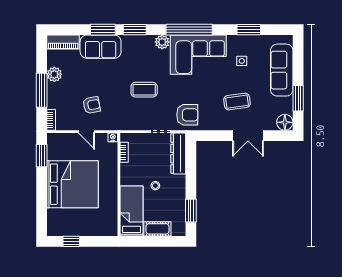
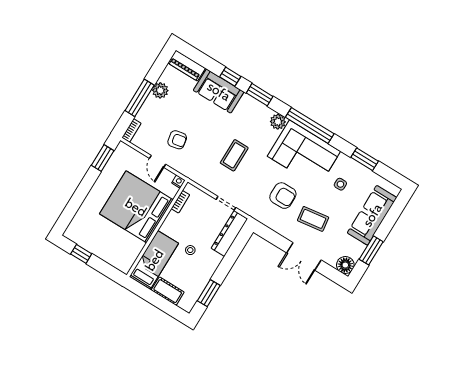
window: (103, 30) -> (230, 77), width x0.67
coffee table: (144, 90) -> (234, 155), turned 90
armchair: (187, 115) -> (283, 196), moved
bed: (73, 184) -> (136, 207), moved, turned 180

